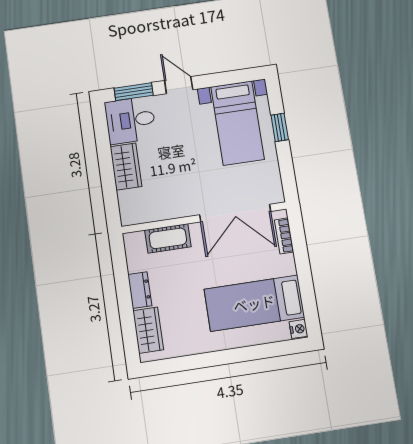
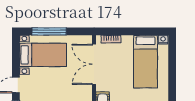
window: (280, 127) -> (49, 31), width x2.17
double door: (235, 213) -> (94, 64), swing flipped

